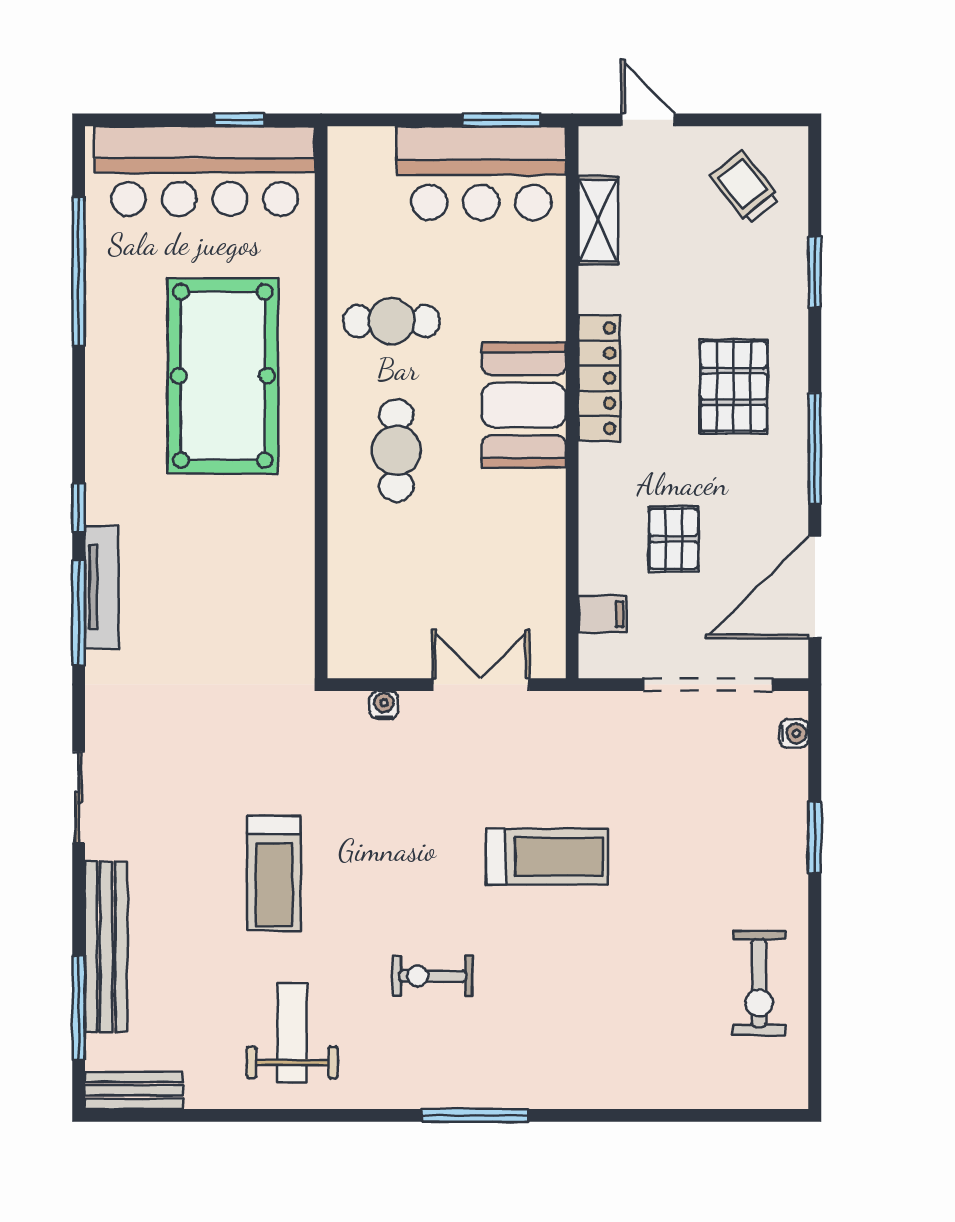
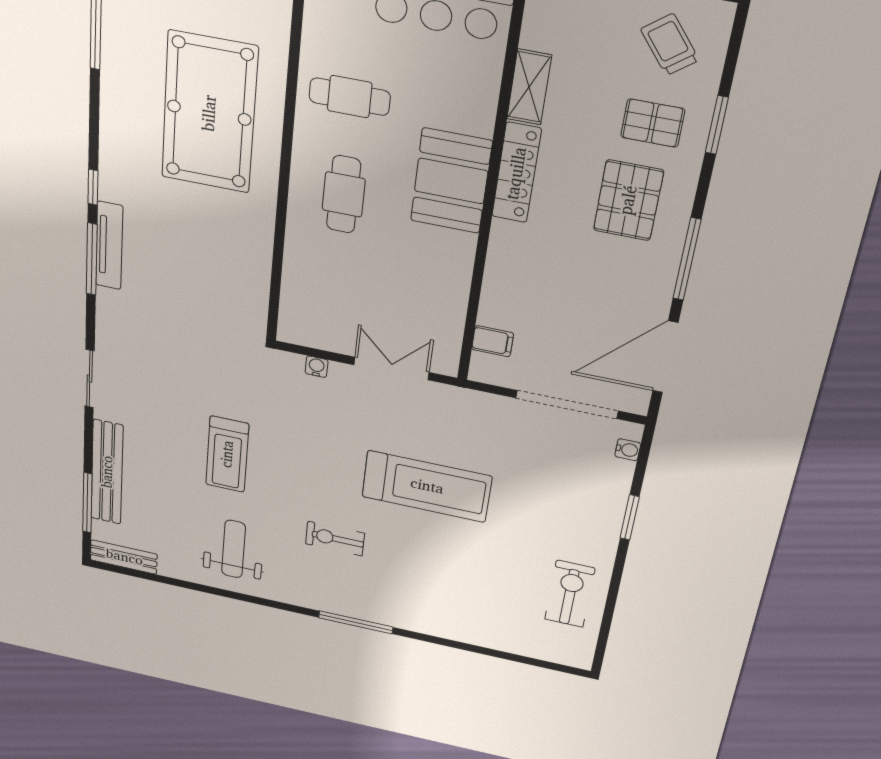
shelving: (598, 220) -> (529, 87), moved
pallet: (674, 539) -> (653, 123), moved, turned 90
treadmill: (547, 857) -> (427, 486), width x1.37, depth x1.38
exercise bike: (759, 983) -> (570, 594), turned 180

